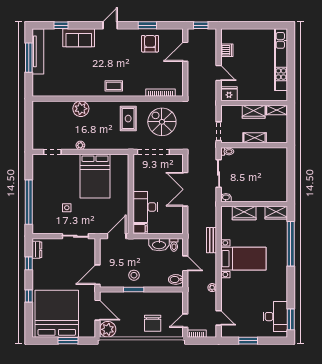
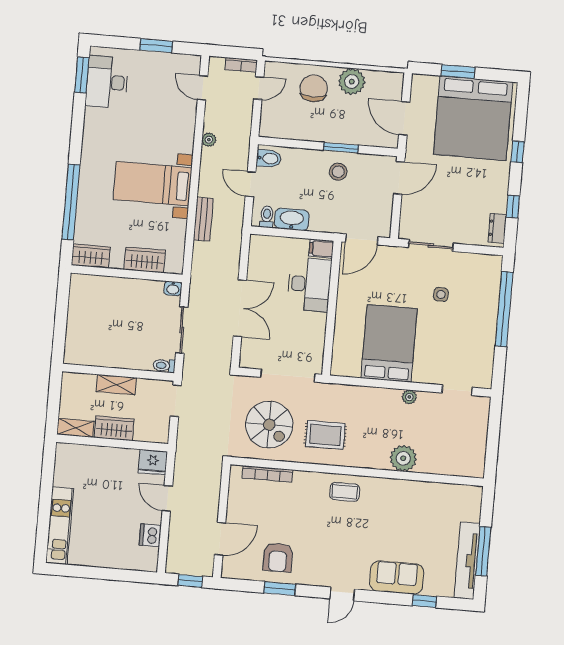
kitchen unit: (281, 60) -> (60, 526), width x0.73
rug: (128, 119) -> (325, 435), turned 90
plant: (108, 329) -> (352, 81), moved

